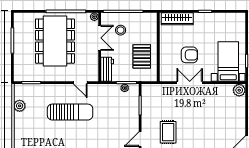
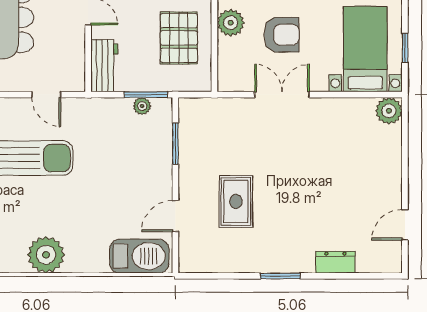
plant: (166, 49) -> (231, 23), added

